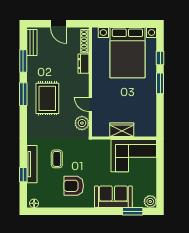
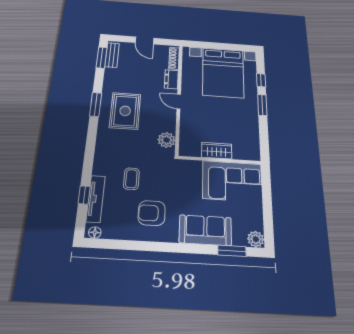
window: (23, 61) -> (102, 58), moved
door: (90, 104) -> (179, 102), moved
tv unit: (32, 164) -> (96, 199), moved

